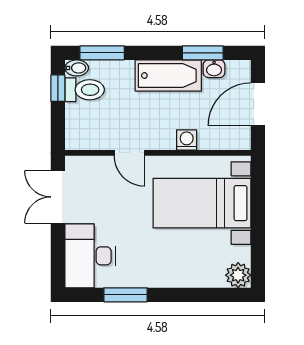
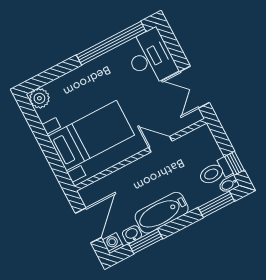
washing machine: (187, 140) -> (113, 243), moved, turned 180
double door: (58, 197) -> (195, 87), swing flipped
window: (125, 295) -> (111, 43), width x2.11

